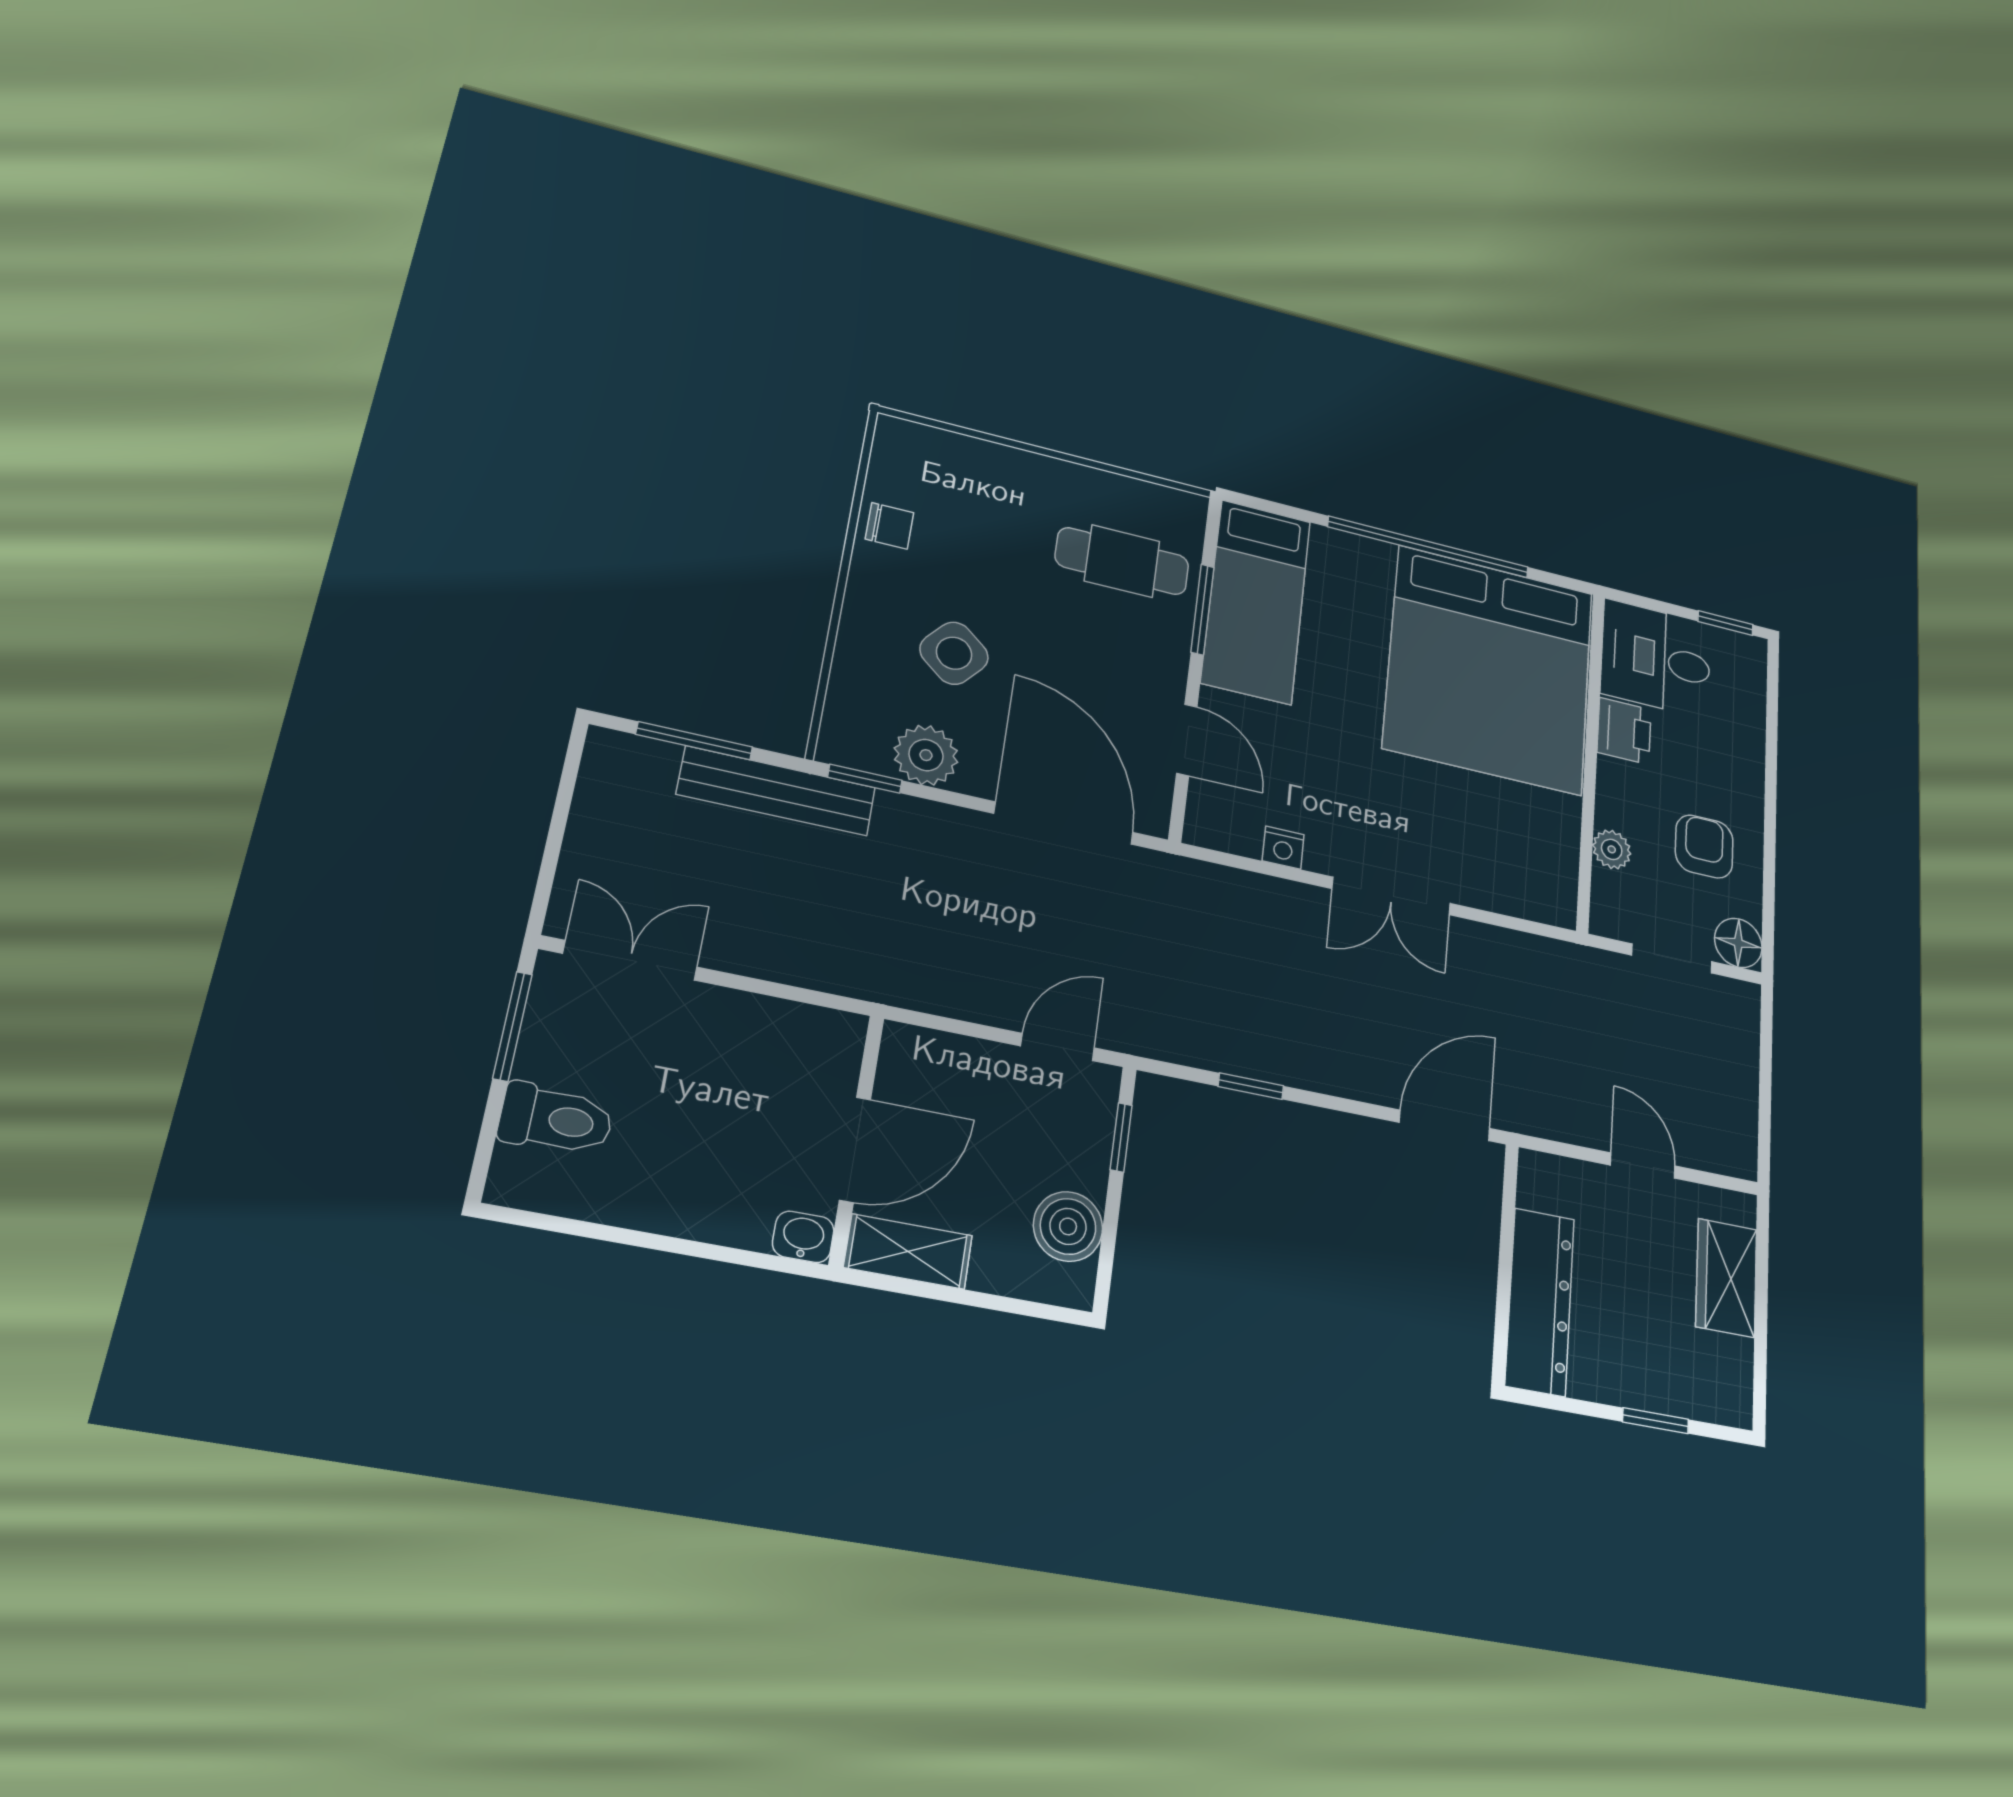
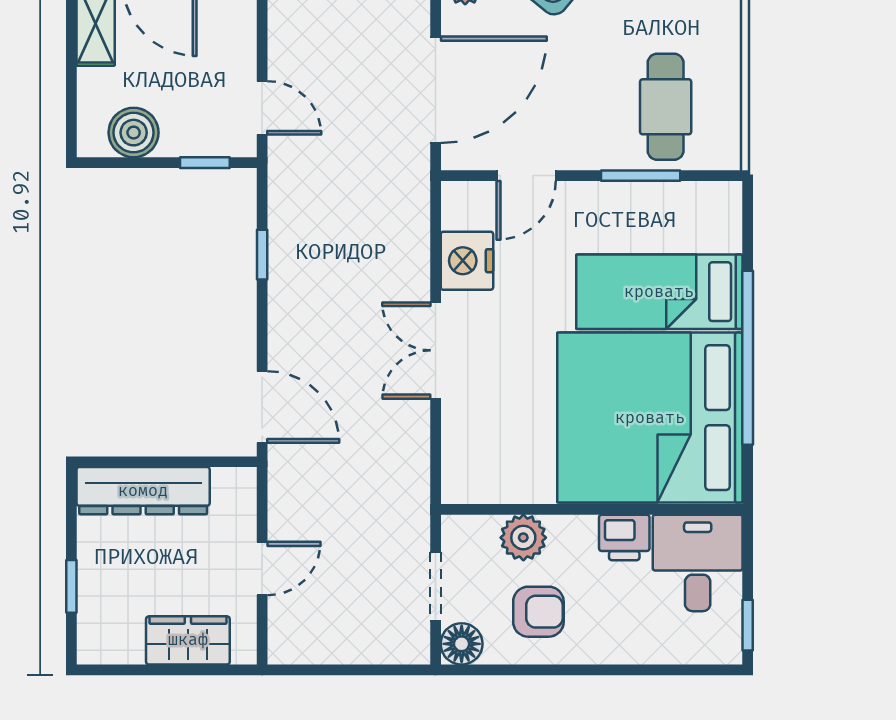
bed: (1256, 601) -> (659, 292), moved
nightstand: (1283, 848) -> (467, 261), width x1.89, depth x1.79
plant: (1612, 849) -> (523, 538), width x1.38, depth x1.38

